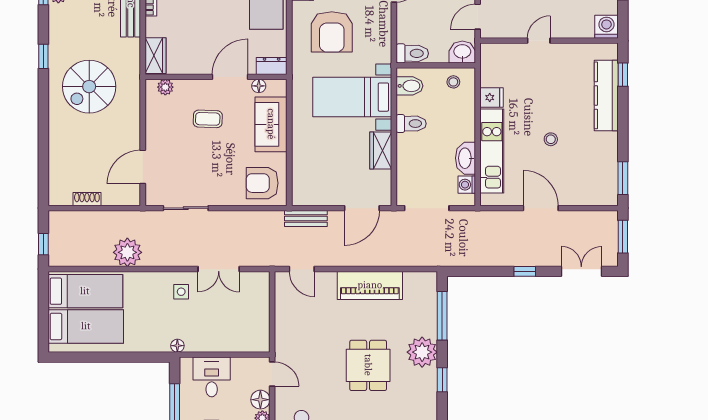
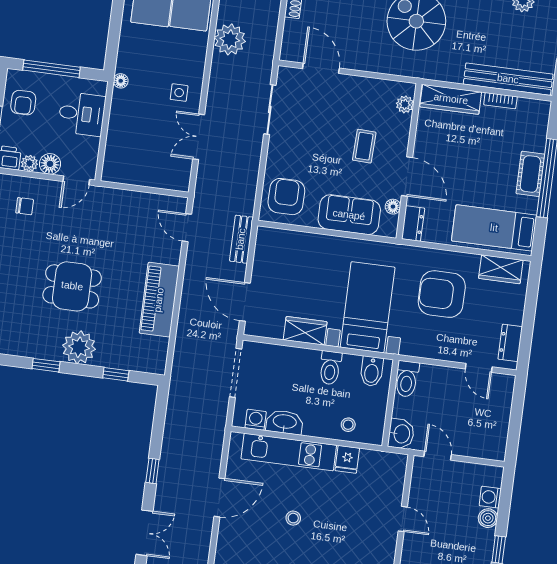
wardrobe: (155, 56) -> (451, 99), width x1.50
stool: (453, 82) -> (348, 425), moved
door: (302, 269) -> (187, 228), hinge flipped
window: (442, 316) -> (116, 374), width x0.46

